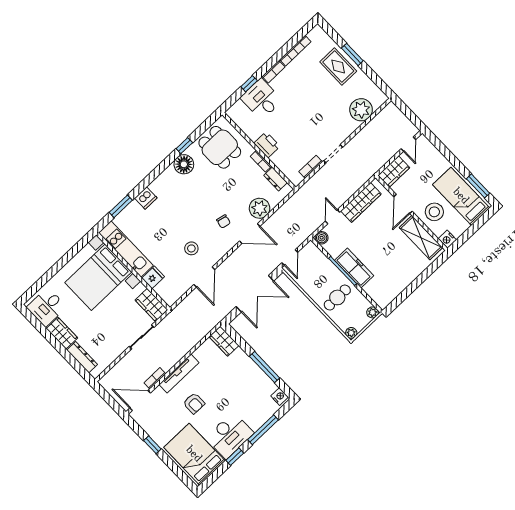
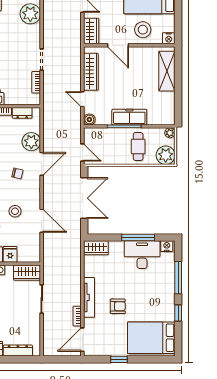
shelving: (421, 238) -> (167, 71), moved, turned 90
plant: (351, 333) -> (166, 155), width x1.87, depth x1.87
desk: (230, 435) -> (142, 255), moved, turned -90

